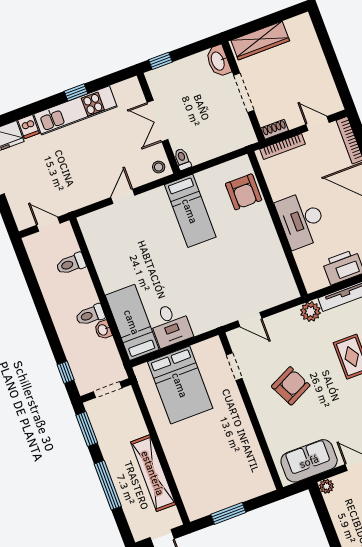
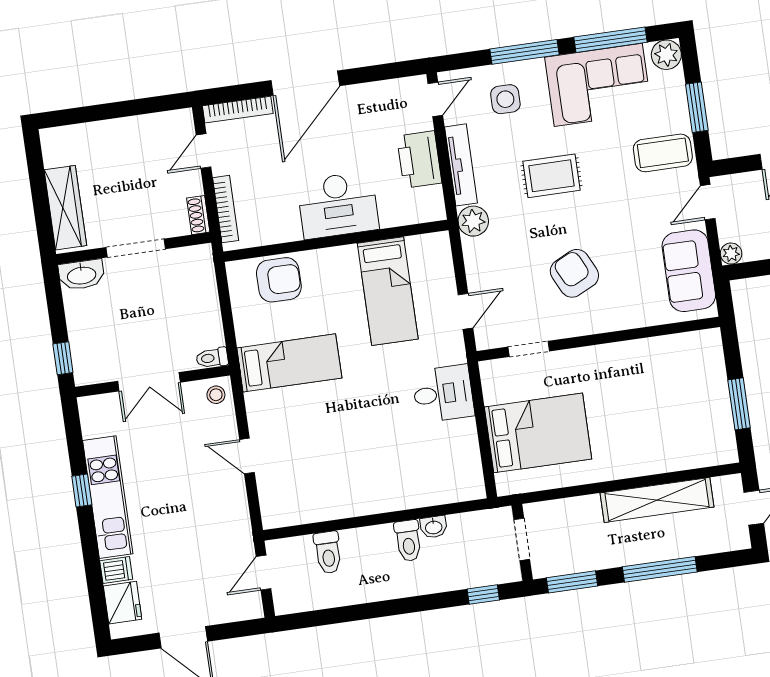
bed: (132, 322) -> (388, 291), moved, turned -90
desk: (170, 325) -> (443, 394), moved

